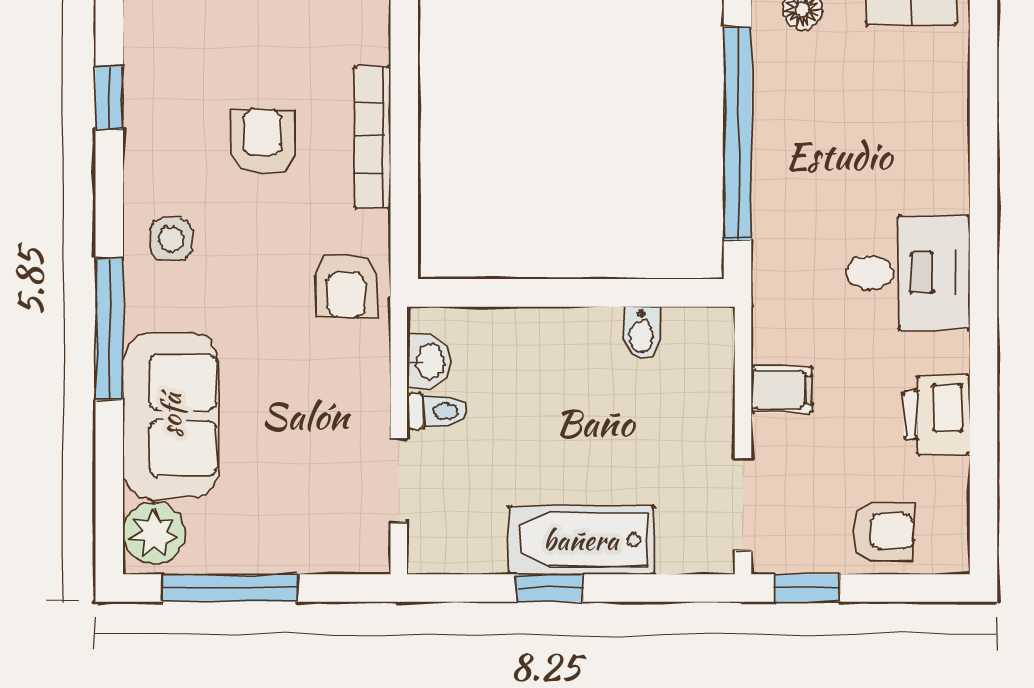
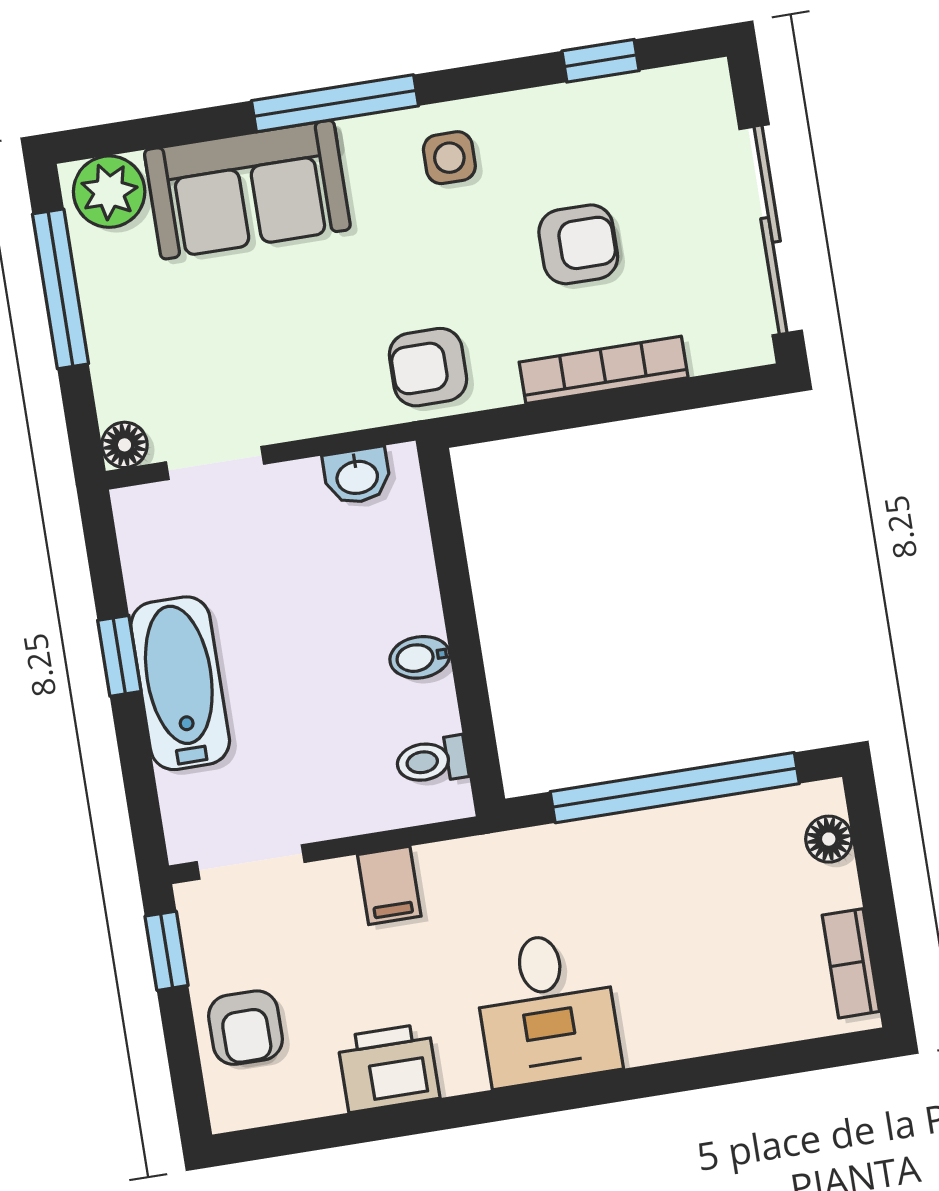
bidet: (641, 333) -> (420, 657), moved
toilet: (437, 411) -> (432, 761), moved, turned 90
floor lamp: (371, 555) -> (125, 445), added

